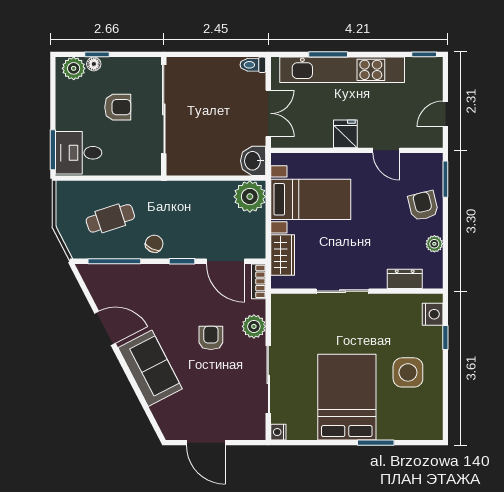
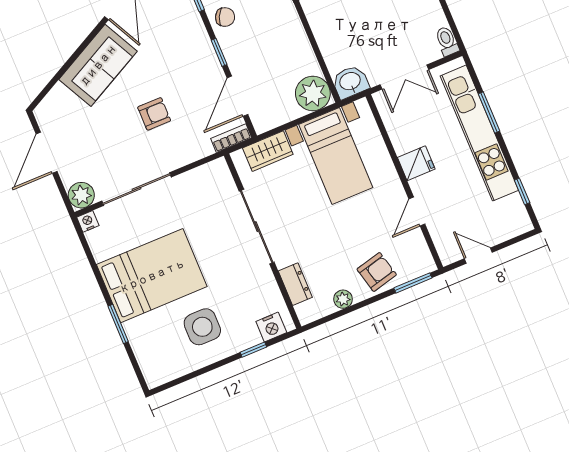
window: (424, 54) -> (522, 191), moved
sliding door: (342, 291) -> (257, 227), width x1.37
plant: (254, 326) -> (81, 195), moved

